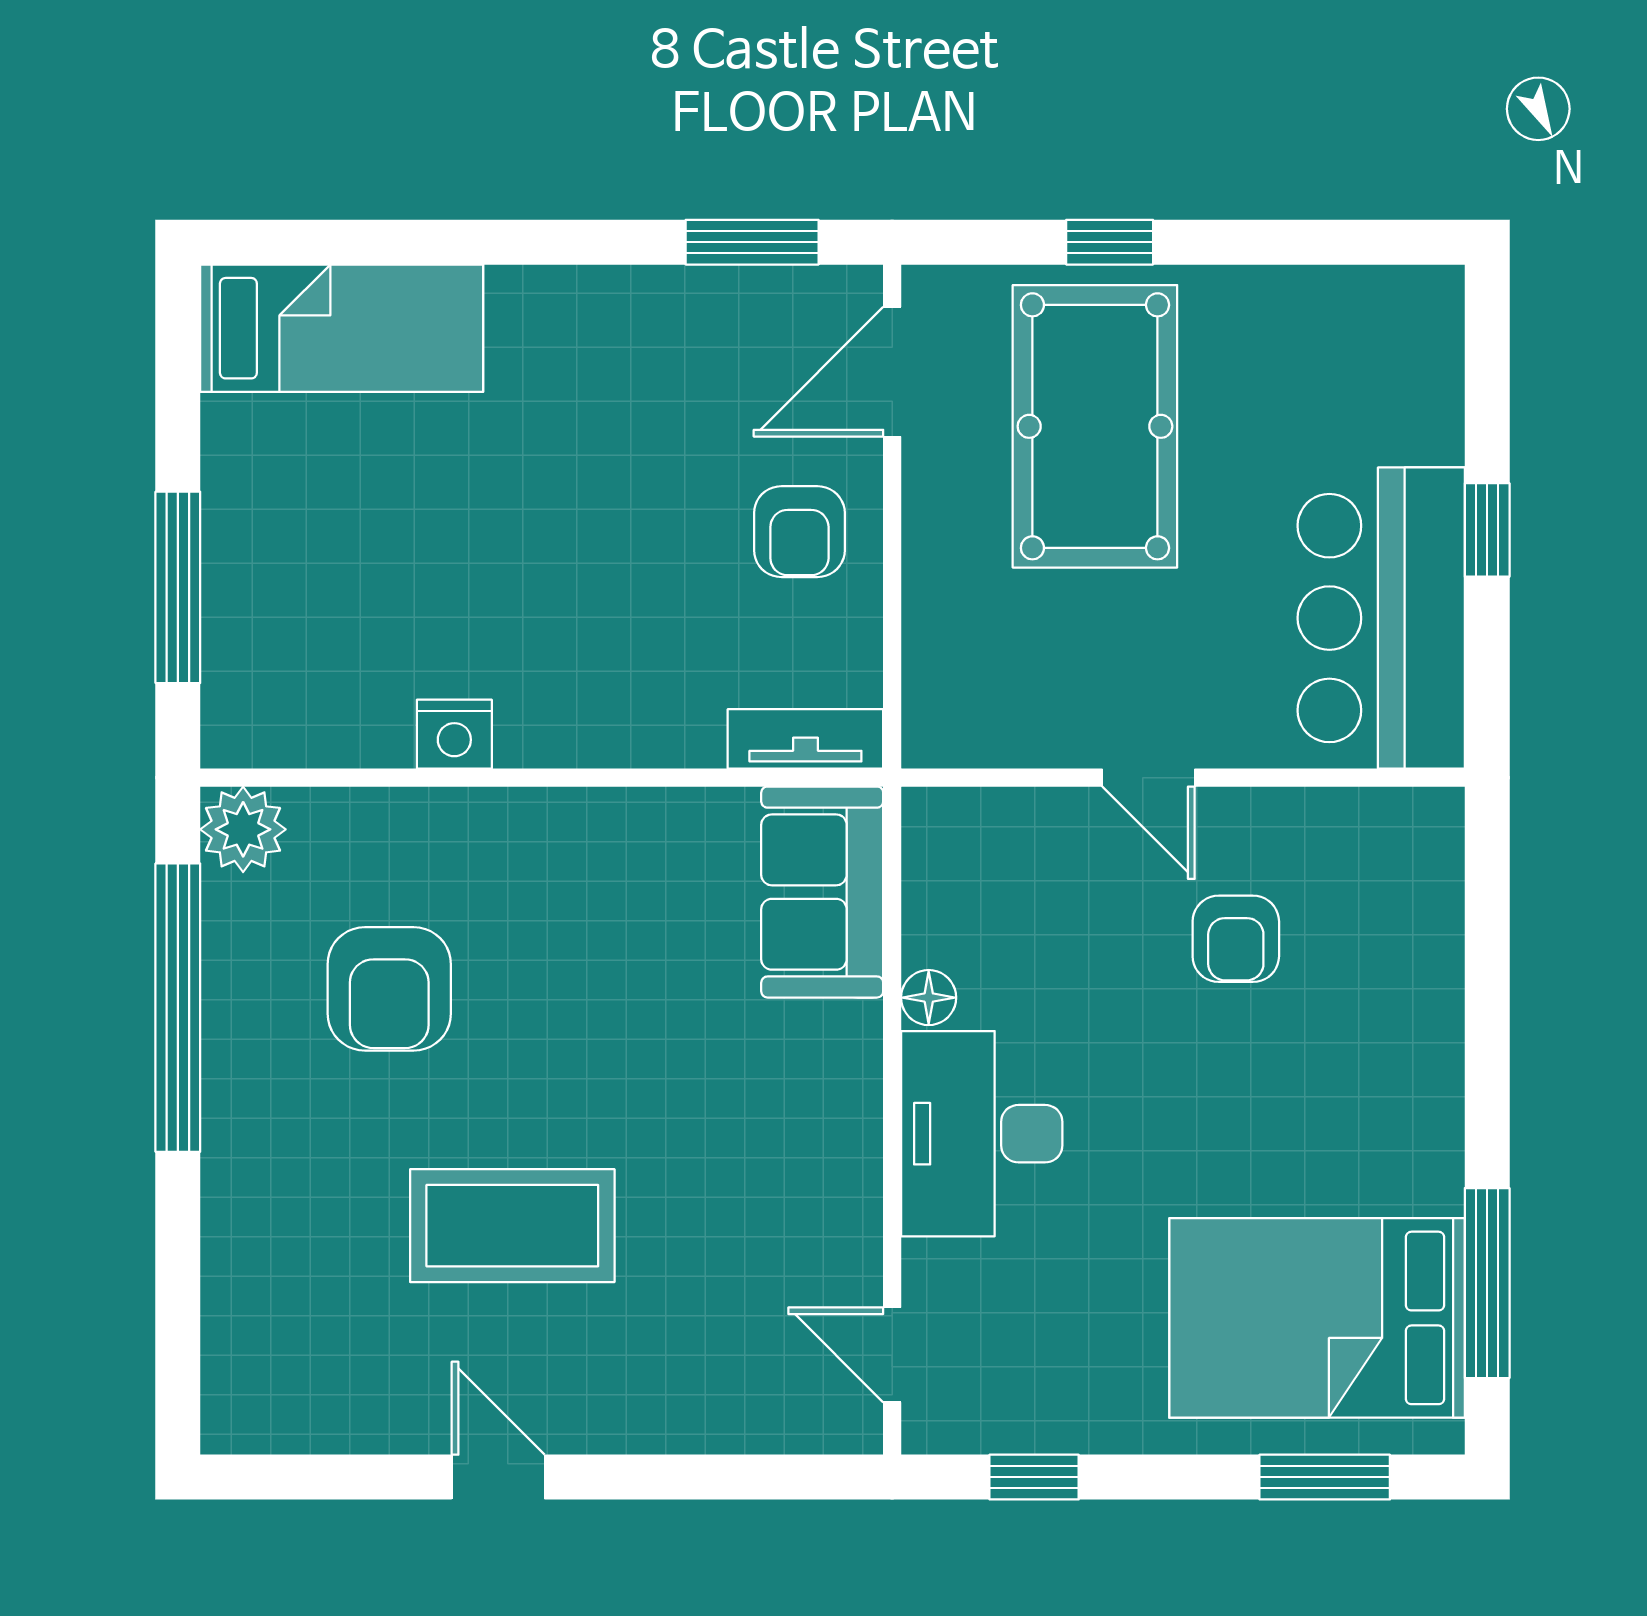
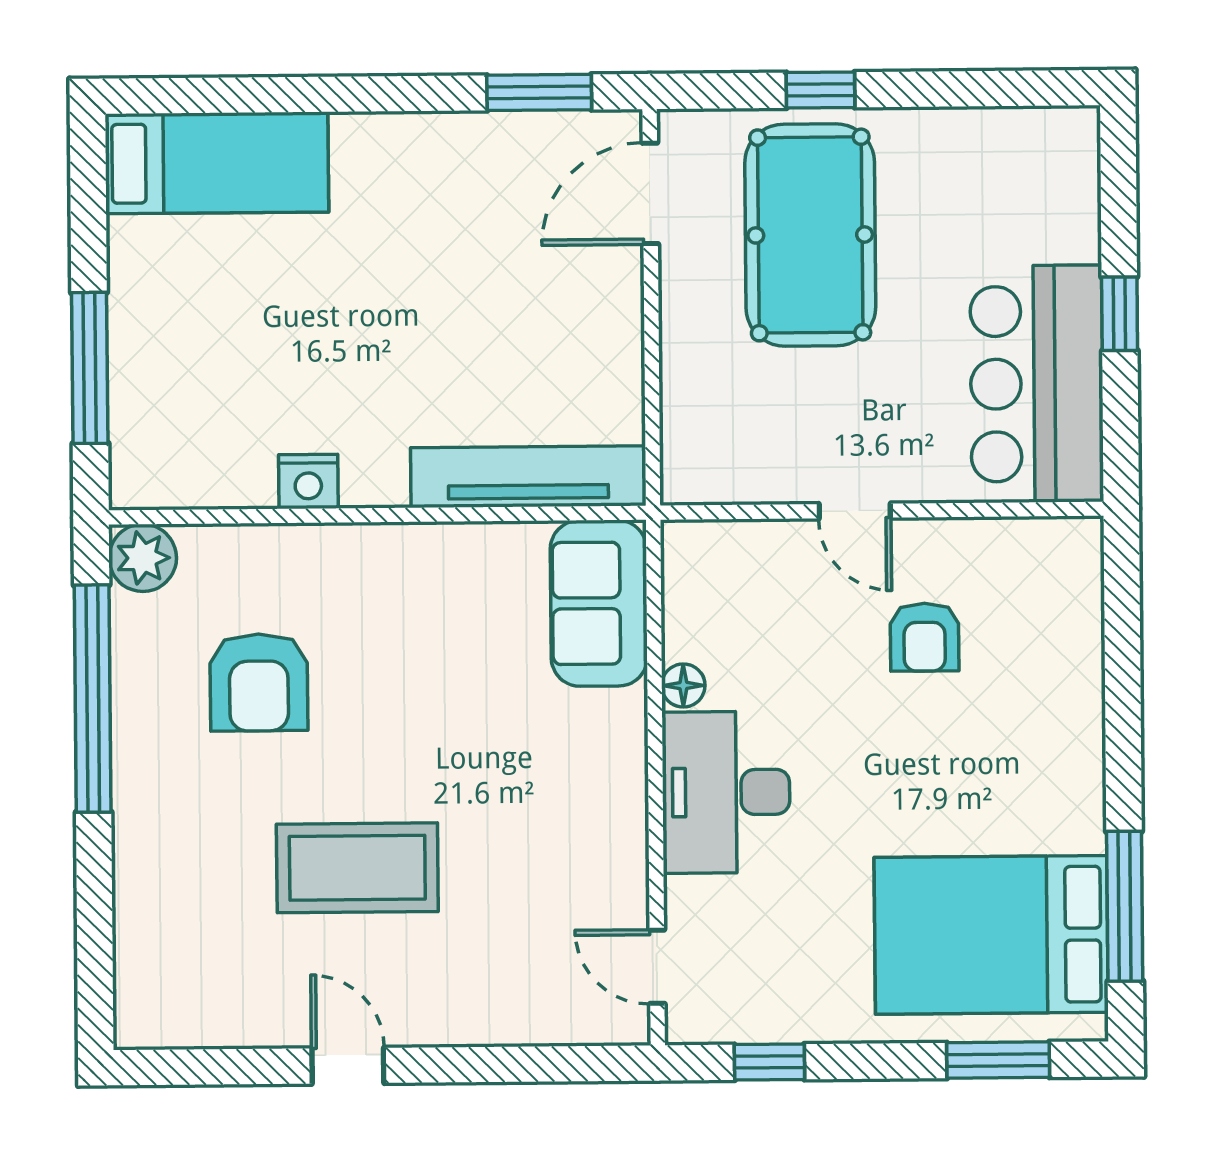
armchair: (799, 532) -> (578, 320), removed
tv unit: (805, 739) -> (528, 477), width x1.92, depth x1.29

